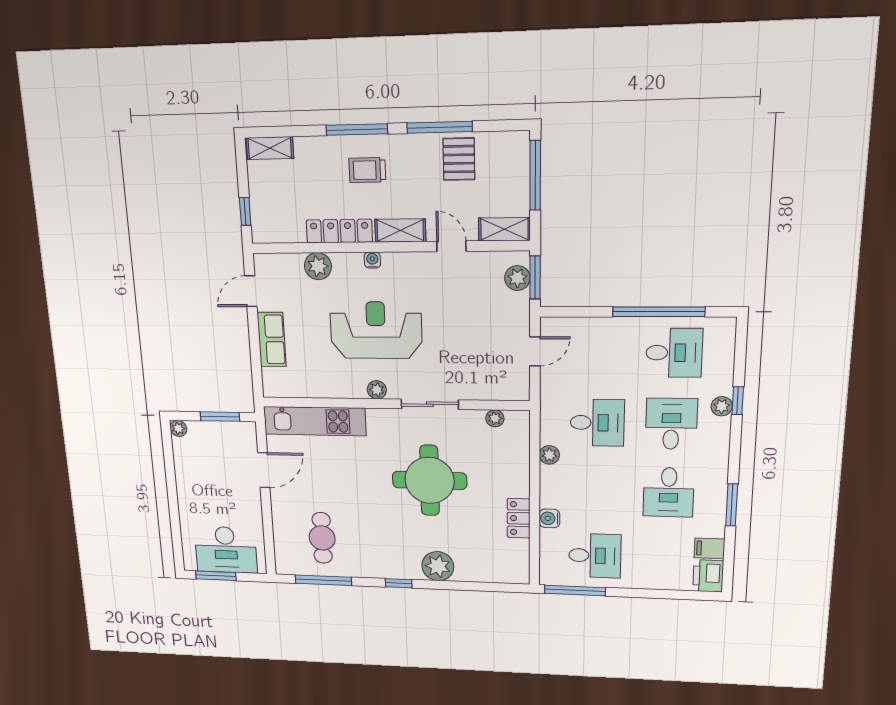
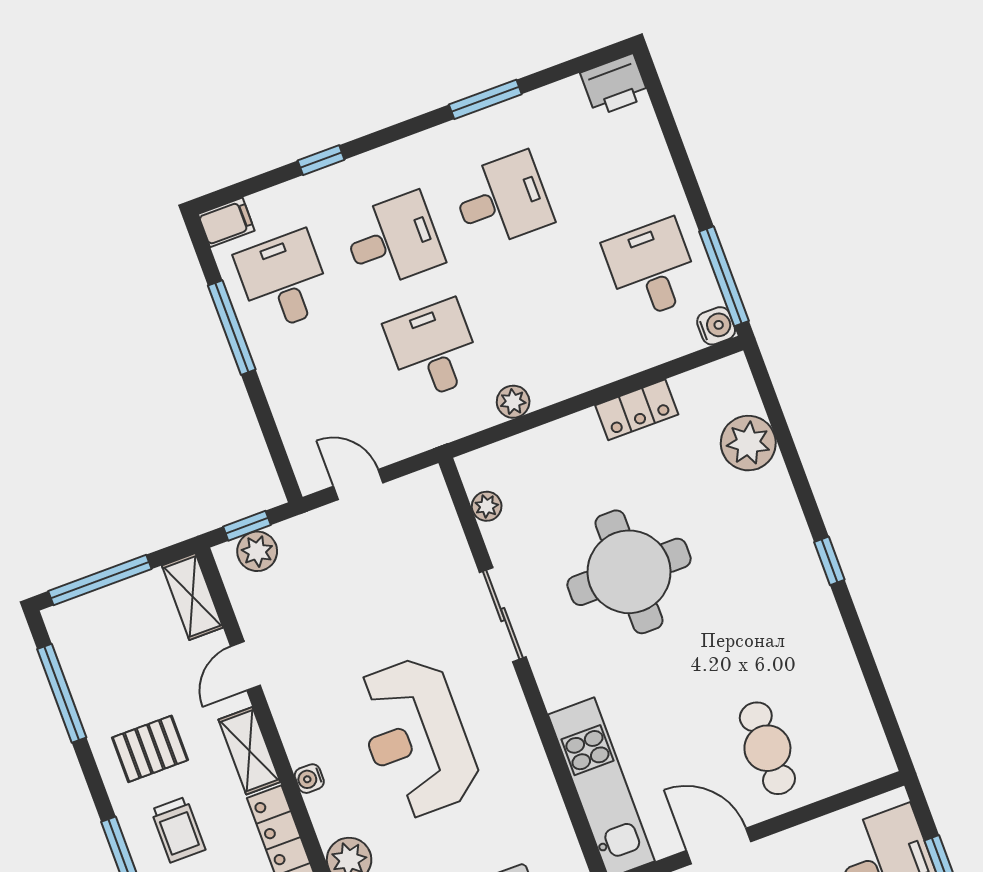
window: (439, 127) -> (62, 693), moved
pallet: (459, 159) -> (150, 749), moved
window: (535, 277) -> (247, 526), width x0.67
window: (659, 312) -> (232, 328), width x0.68
plant: (377, 390) -> (511, 705), removed
plant: (722, 406) -> (338, 179), removed
desk: (671, 424) -> (393, 240), turned 180
water cooler: (549, 518) -> (716, 326), moved, turned -90
cafe table: (322, 538) -> (767, 748), moved, turned 90
filing cabinet: (709, 548) -> (226, 222), moved, turned -90
plant: (438, 566) -> (748, 443), moved
window: (323, 580) -> (876, 687), removed

